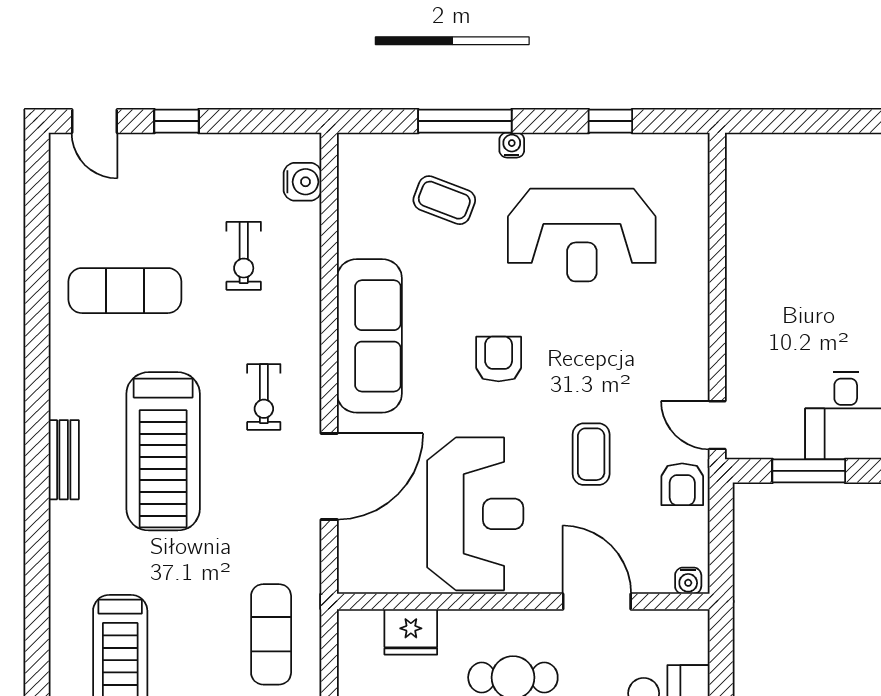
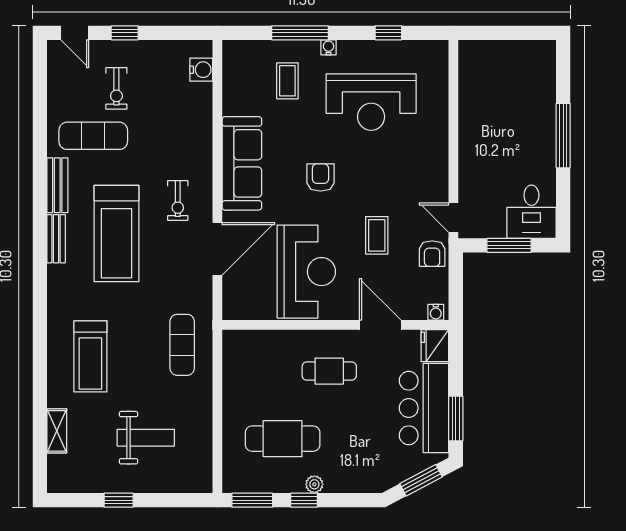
coffee table: (444, 200) -> (287, 81), turned 69
exercise bike: (244, 256) -> (116, 88), moved
bench: (66, 372) -> (57, 185), added
fridge: (411, 632) -> (435, 346), moved, turned 90

